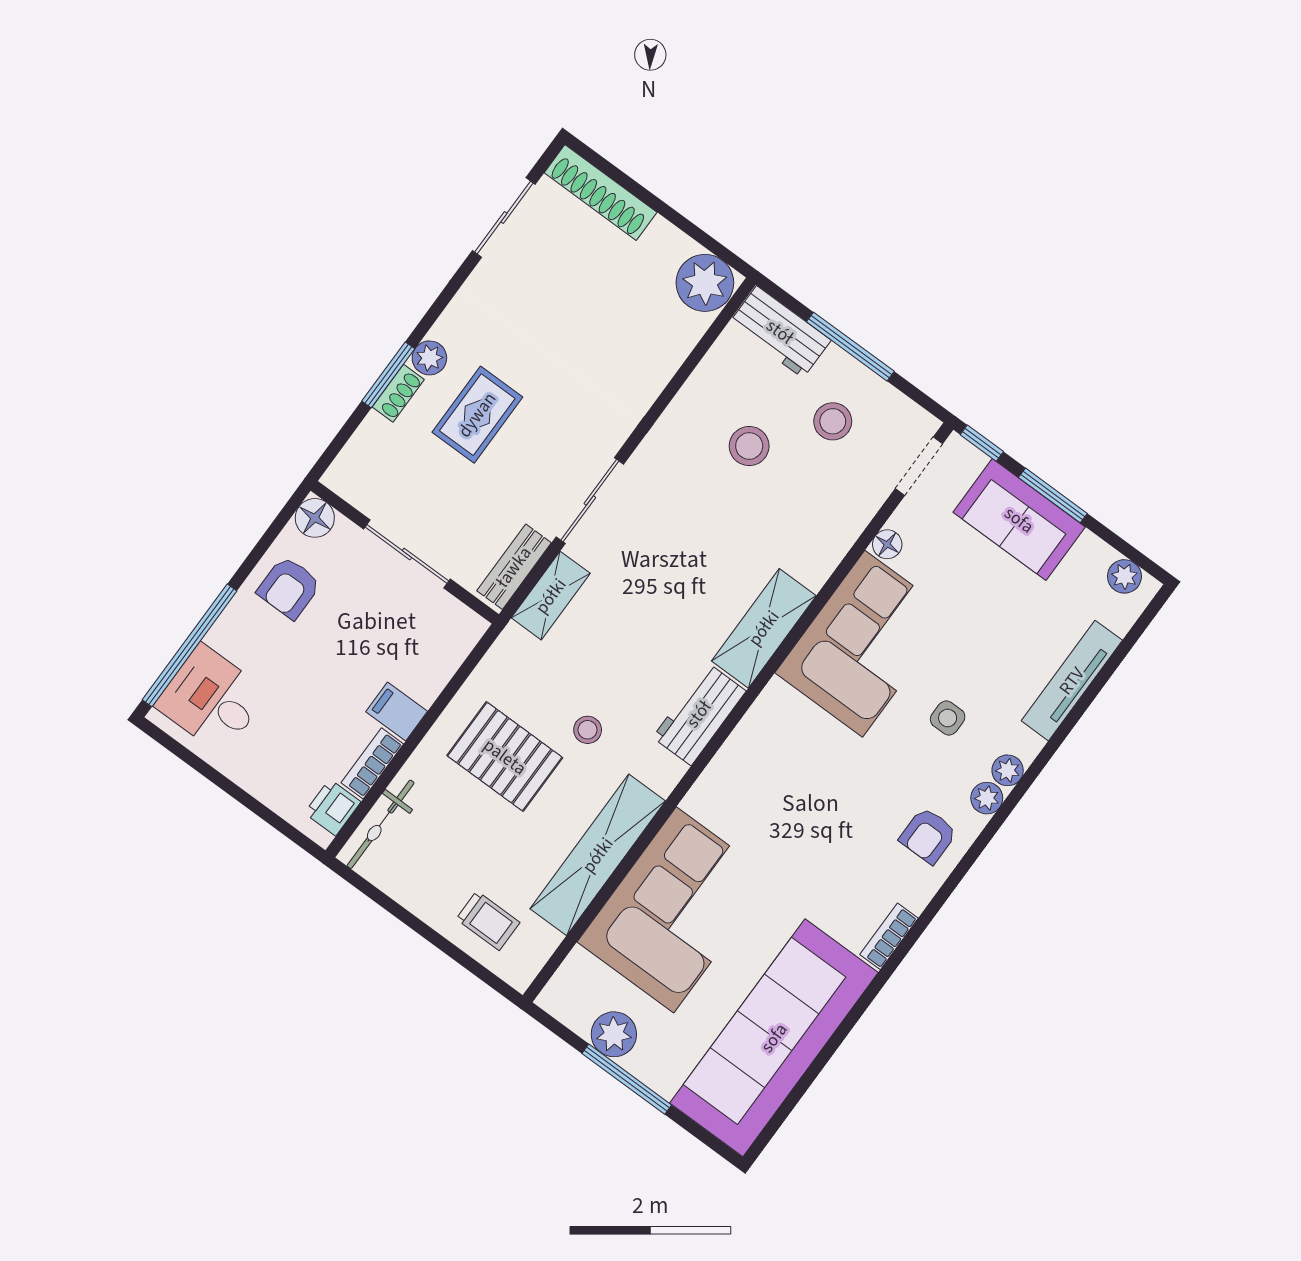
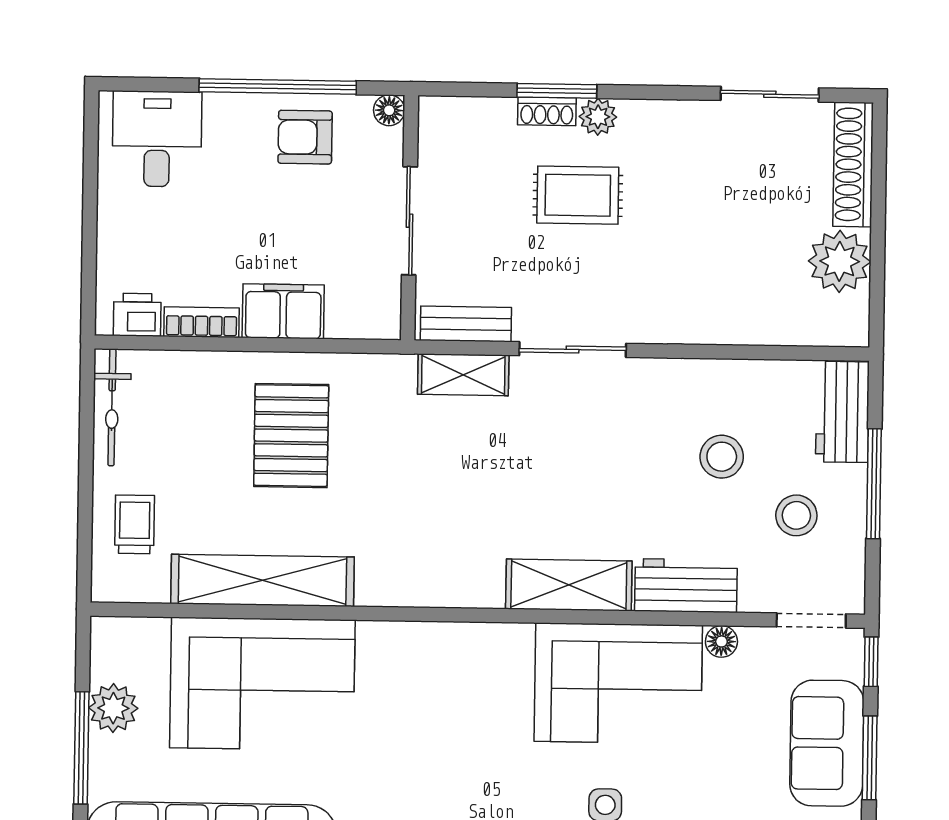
plant: (705, 283) -> (840, 261), moved
floor lamp: (315, 518) -> (389, 110), width x0.73, depth x0.73
window: (190, 645) -> (278, 86), moved
filing cabinet: (397, 712) -> (283, 311), width x2.00
workbench: (699, 714) -> (686, 586), moved
stool: (588, 730) -> (367, 492), removed
bicycle: (381, 824) -> (112, 407), moved, turned -90
trolley: (488, 921) -> (135, 524), turned 180

